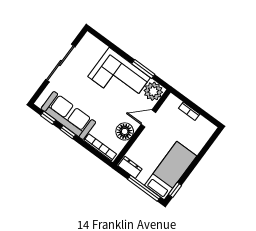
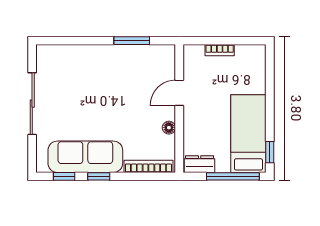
corner sofa: (119, 77) -> (111, 70), removed
plant: (153, 91) -> (162, 58), removed
floor lamp: (125, 131) -> (169, 128), width x0.53, depth x0.53

